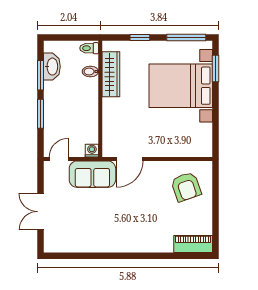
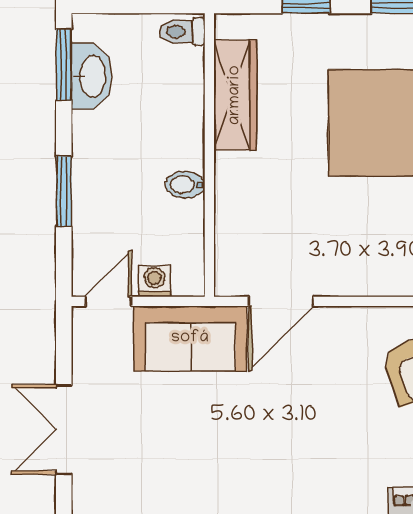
bidet: (90, 72) -> (185, 185), moved
window: (40, 75) -> (64, 65), moved
washing machine: (92, 151) -> (155, 281), moved

